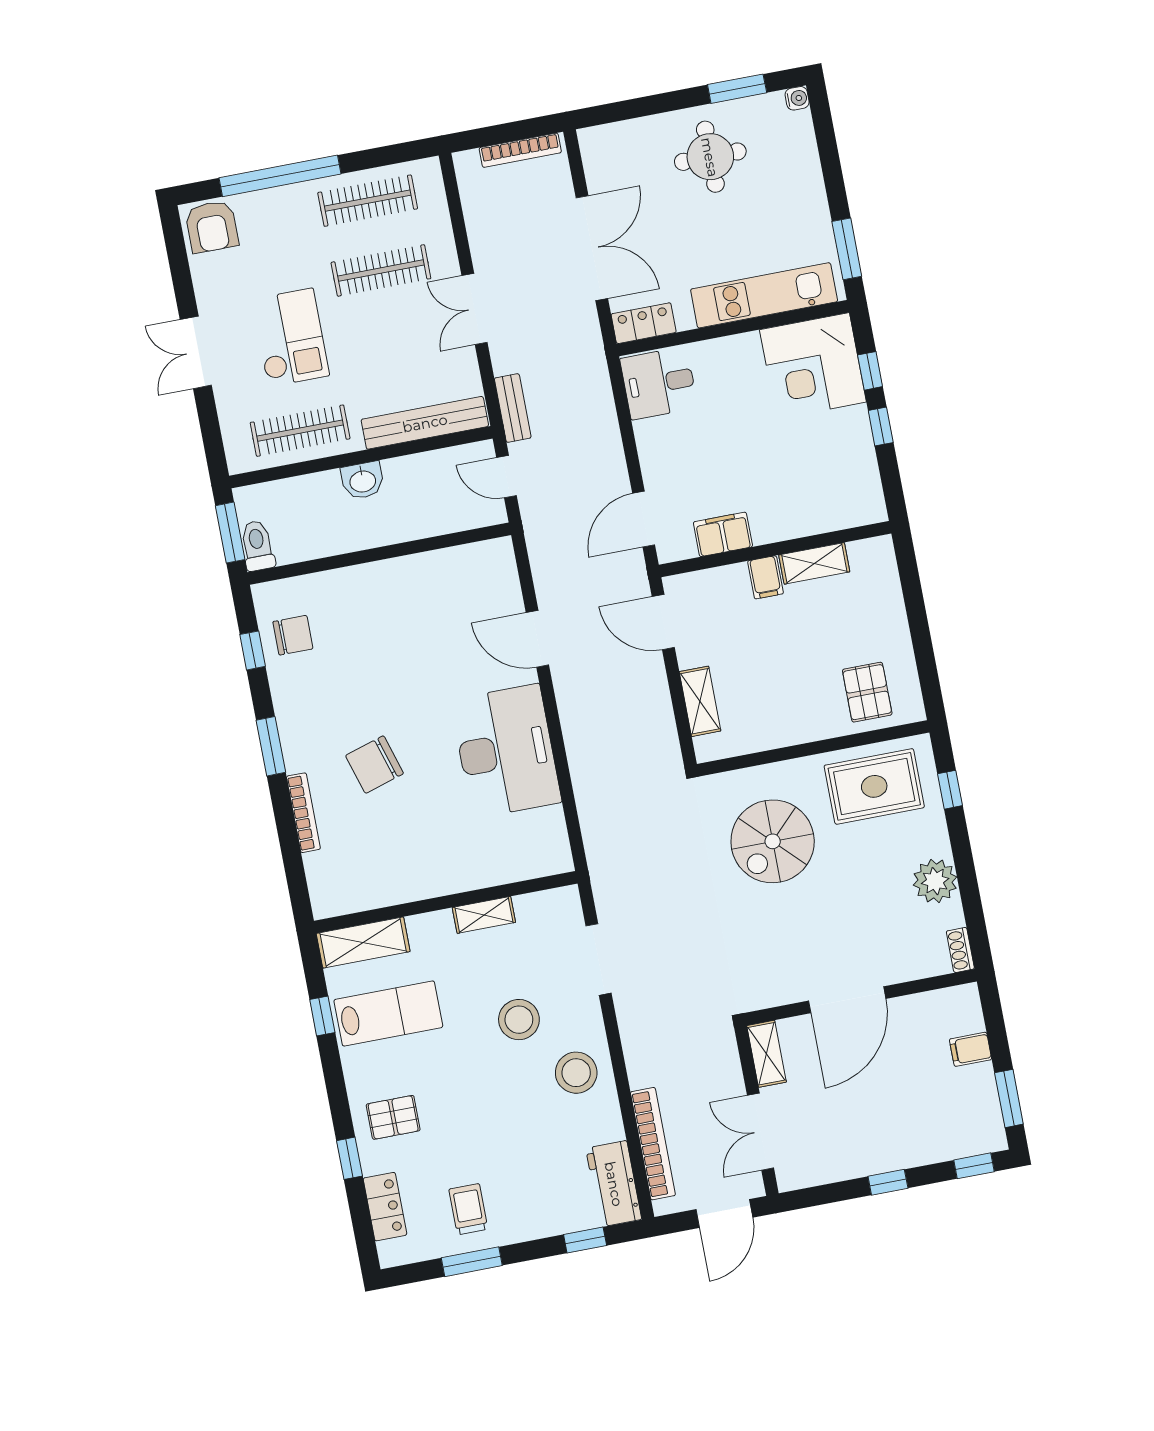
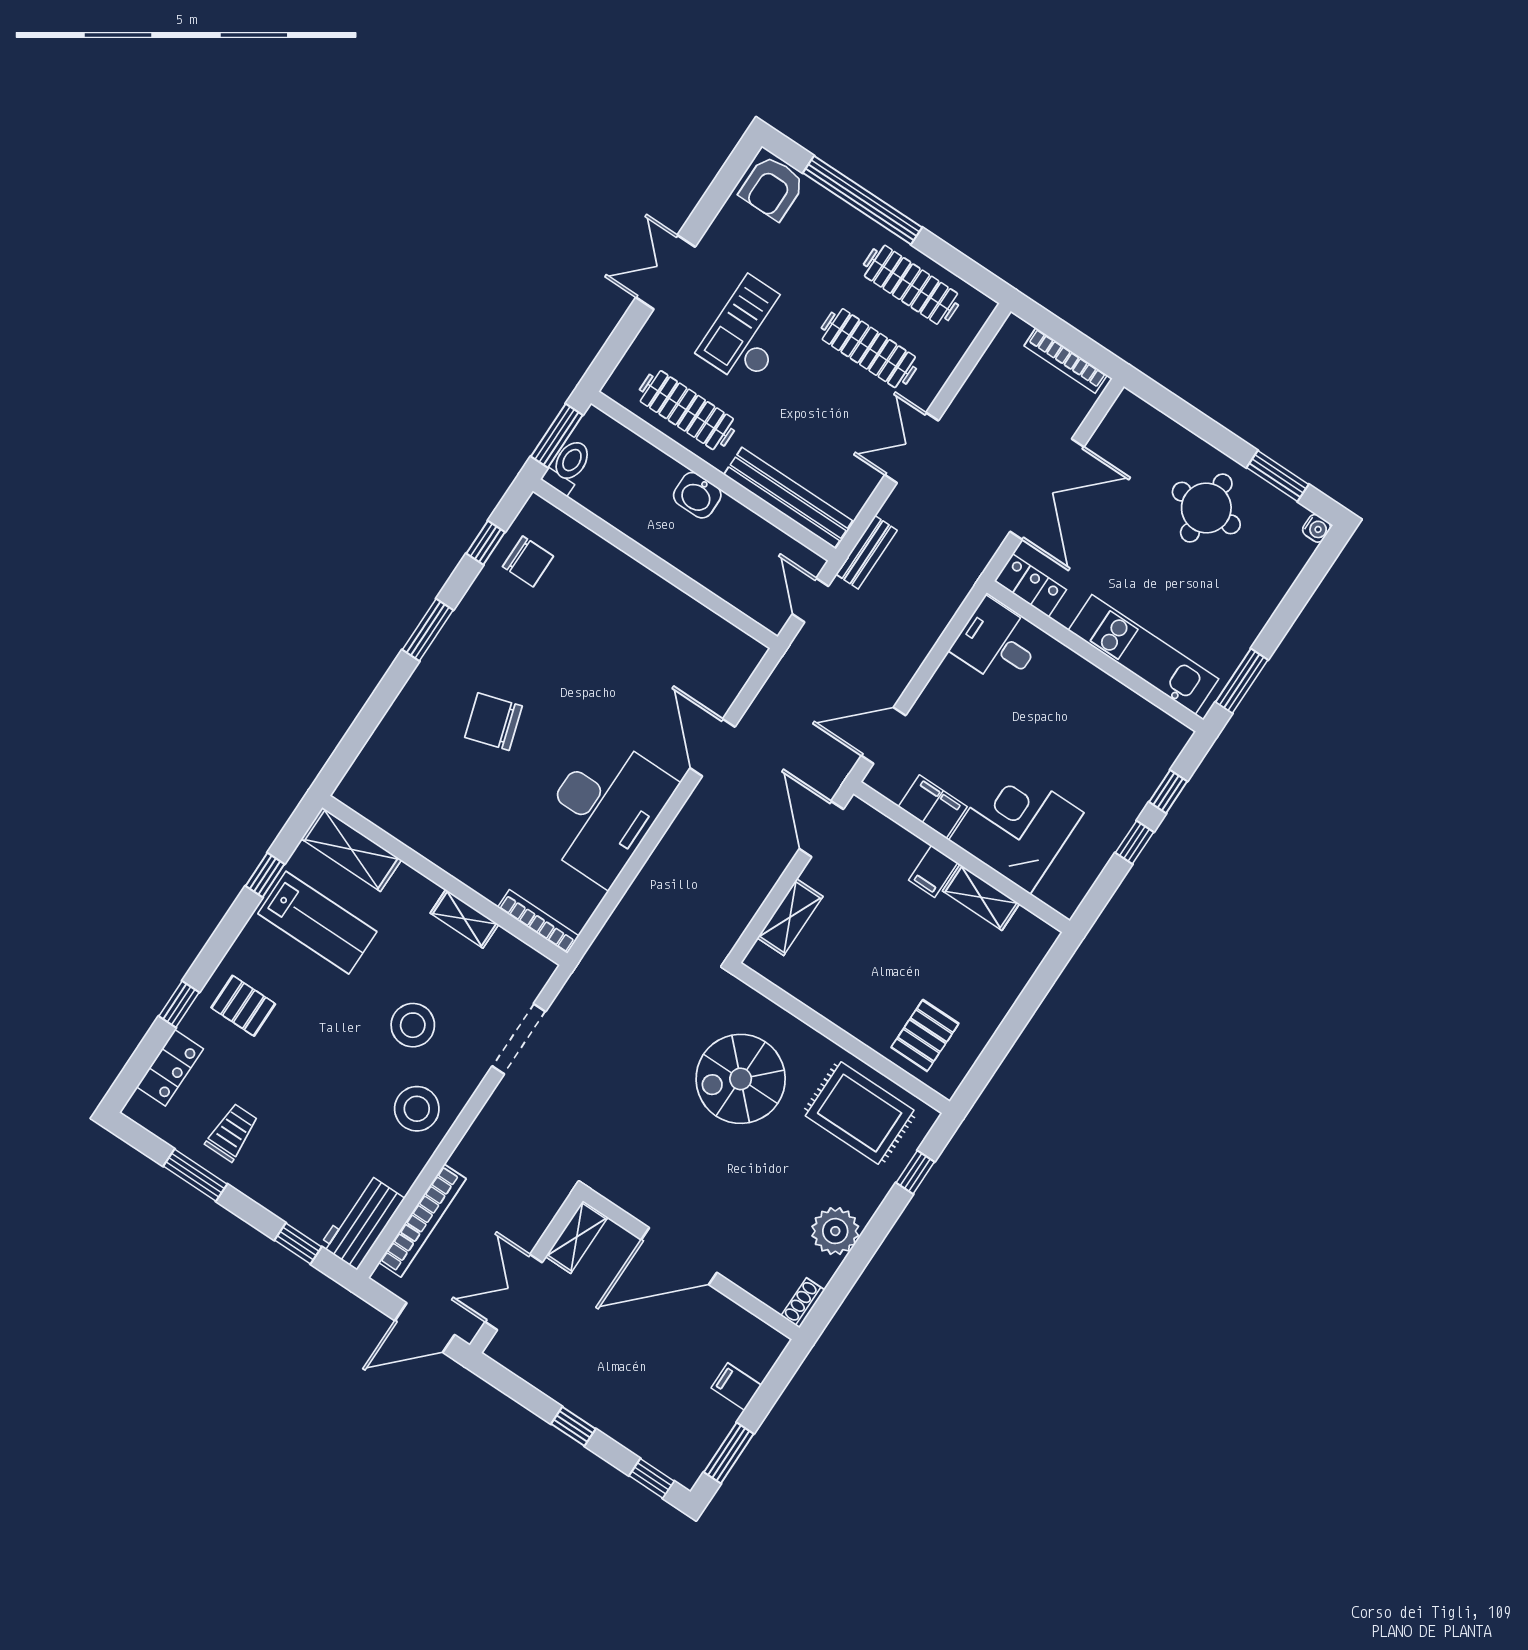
checkout: (290, 337) -> (749, 332), turned 180
corner desk: (813, 366) -> (1016, 826), moved, turned 90
bookcase: (303, 813) -> (538, 922), moved, turned -90

